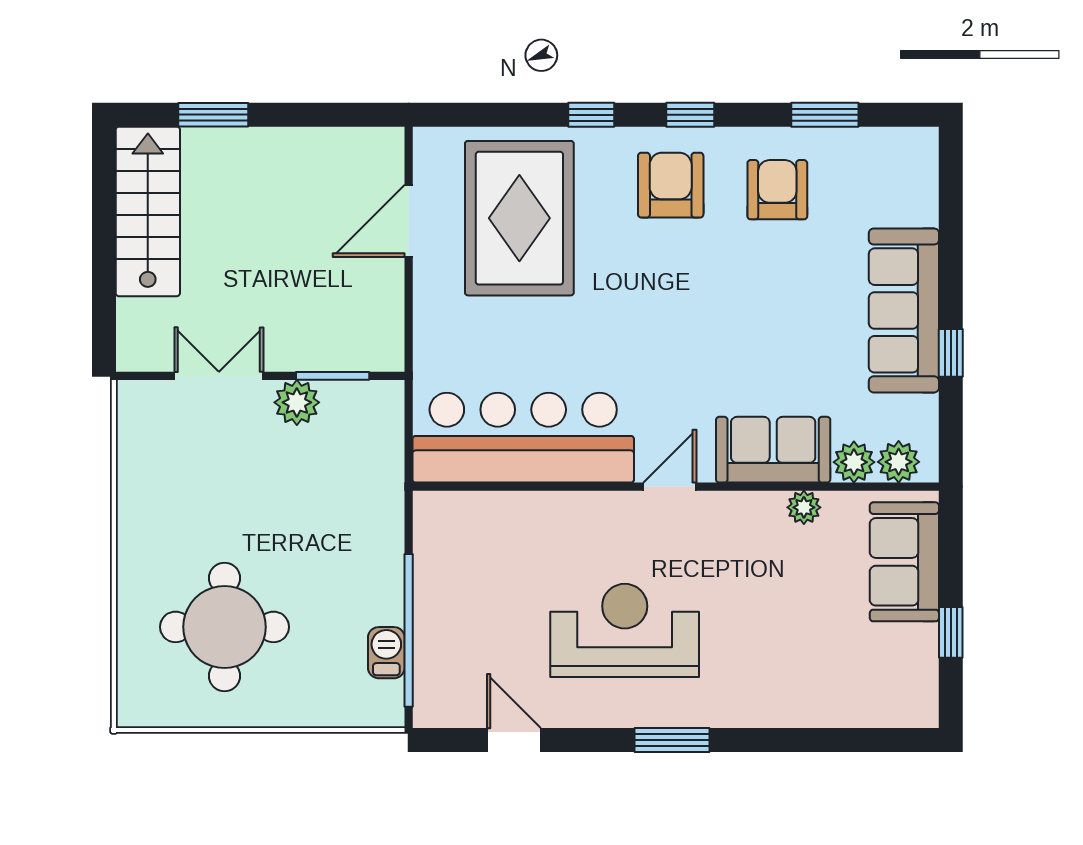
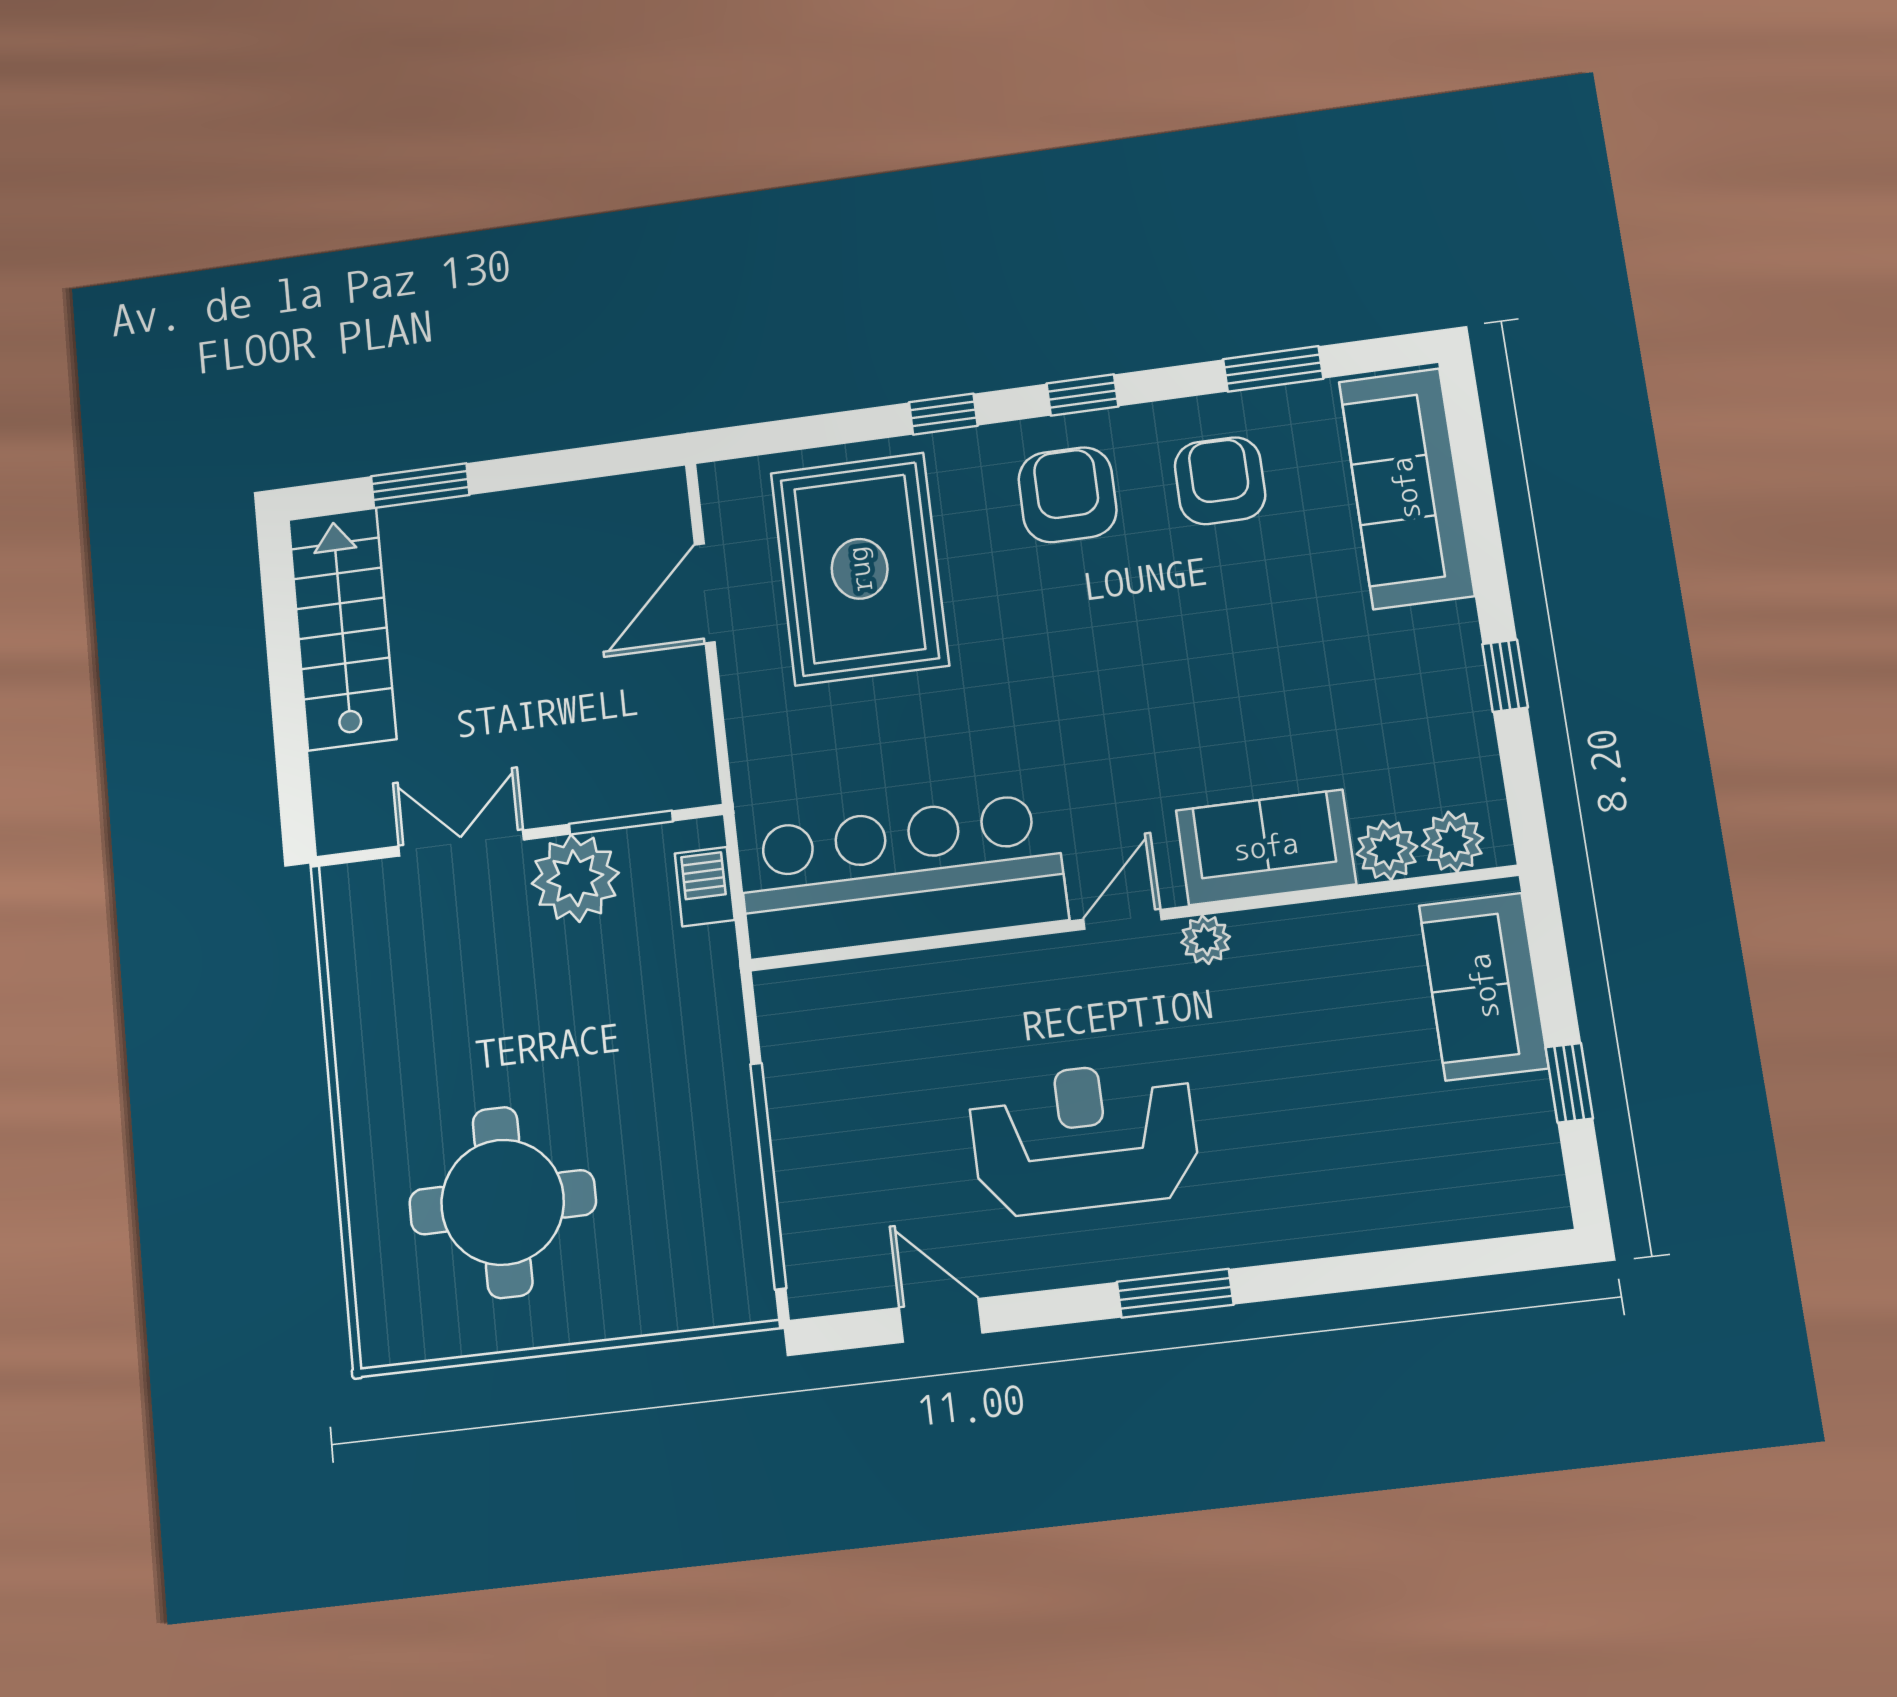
sofa: (904, 310) -> (1406, 488), moved
plant: (297, 402) -> (575, 878), width x1.36, depth x1.36
plant: (804, 507) -> (1206, 940), moved
barbecue: (386, 653) -> (705, 887), moved

